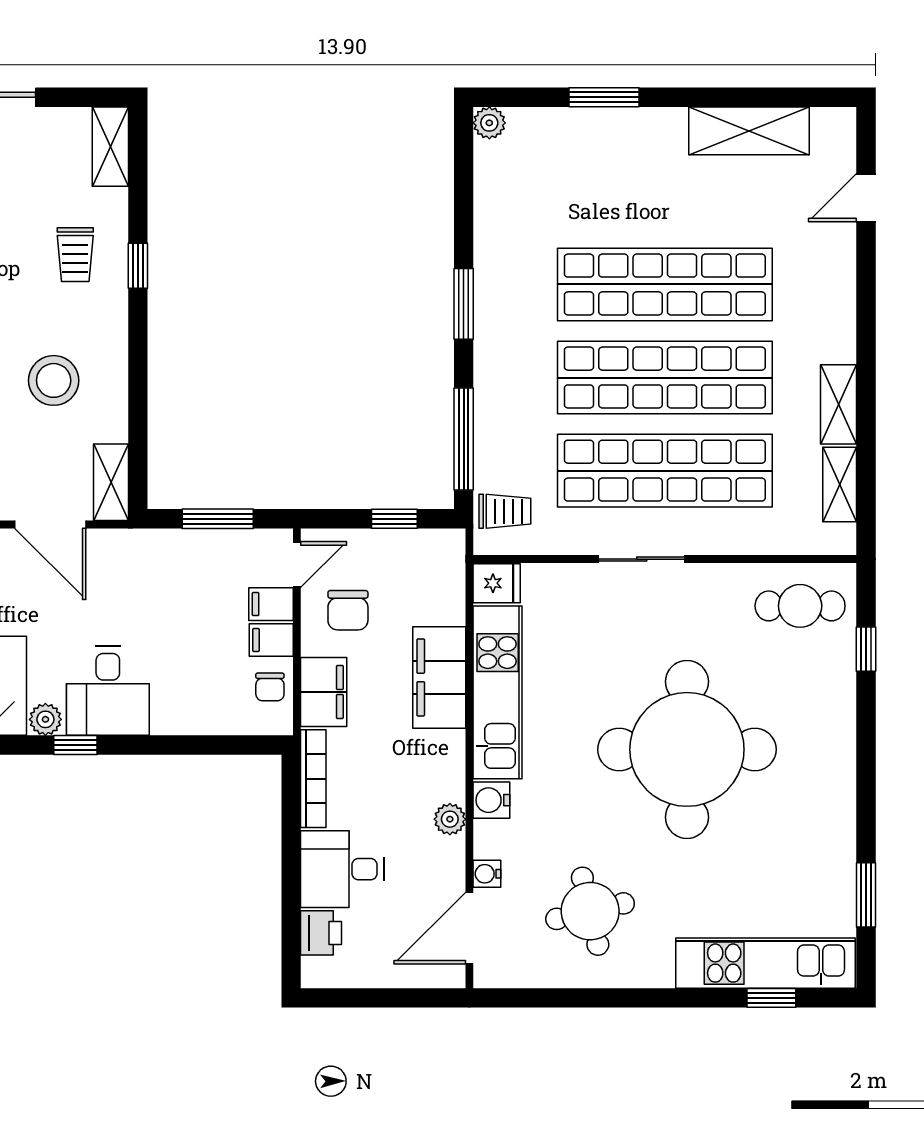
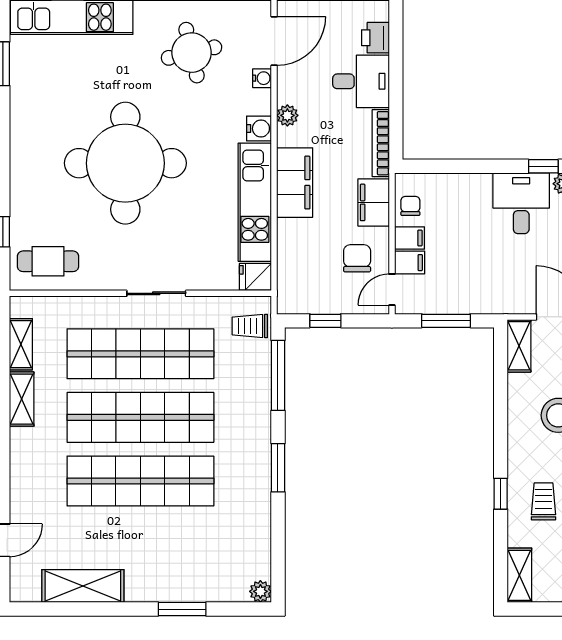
filing cabinet: (439, 677) -> (295, 183), moved

